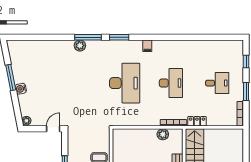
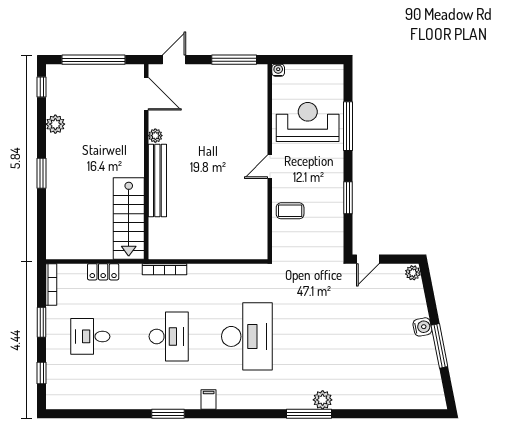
window: (119, 37) -> (168, 414), moved
desk: (125, 83) -> (247, 336), turned 180
desk: (171, 83) -> (169, 336), turned 180
locker: (197, 121) -> (103, 272), moved
plant: (163, 134) -> (182, 250), removed

